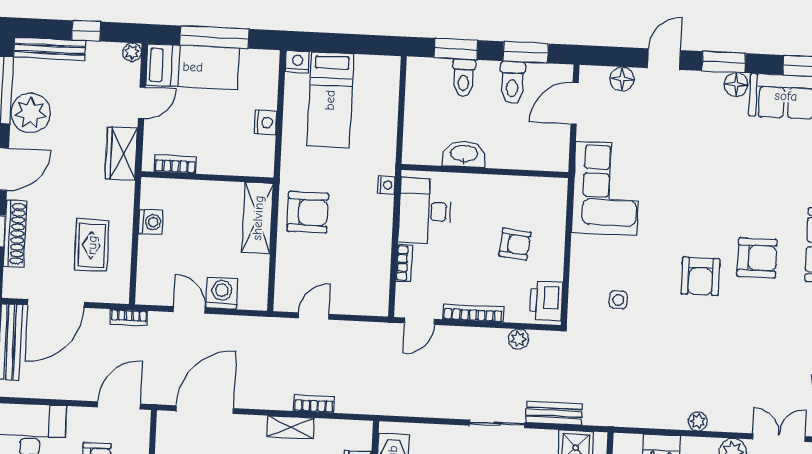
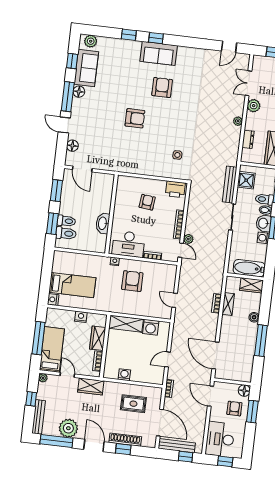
window: (724, 62) -> (68, 97), width x1.44
toilet: (512, 82) -> (66, 233), moved
wardrobe: (223, 161) -> (98, 338), added
corner sofa: (606, 188) -> (124, 157), removed
armchair: (308, 212) -> (132, 281), moved
armchair: (700, 276) -> (135, 118), moved
washing machine: (222, 293) -> (151, 327), moved, turned -90
plant: (518, 339) -> (188, 239), moved
bench: (554, 413) -> (230, 185), width x1.36
shelving: (290, 427) -> (228, 304), moved

